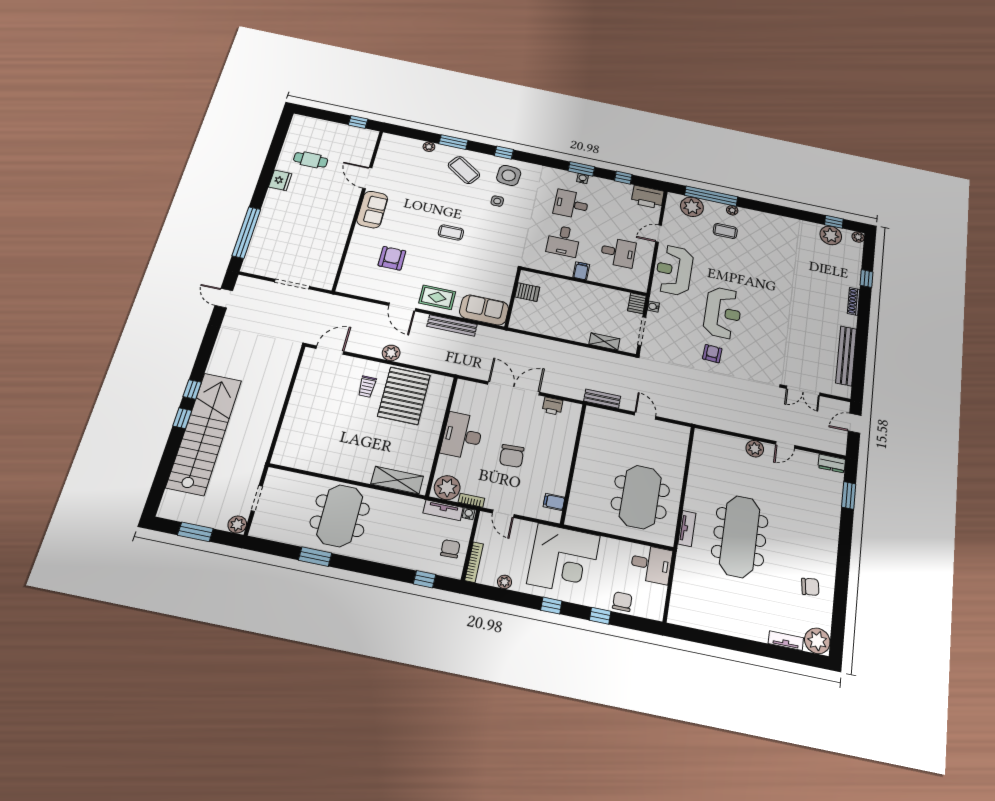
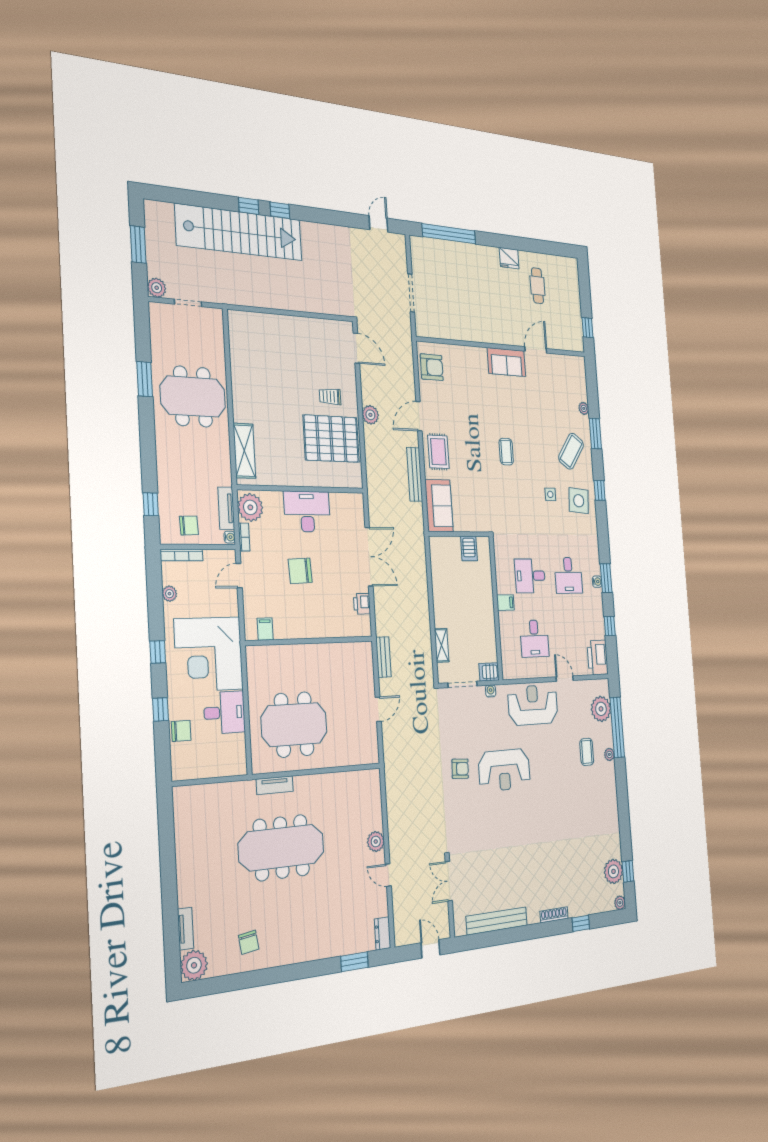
desk: (571, 204) -> (568, 575), turned 180
armchair: (392, 258) -> (432, 367), moved
desk: (651, 564) -> (224, 712), moved, turned -90

